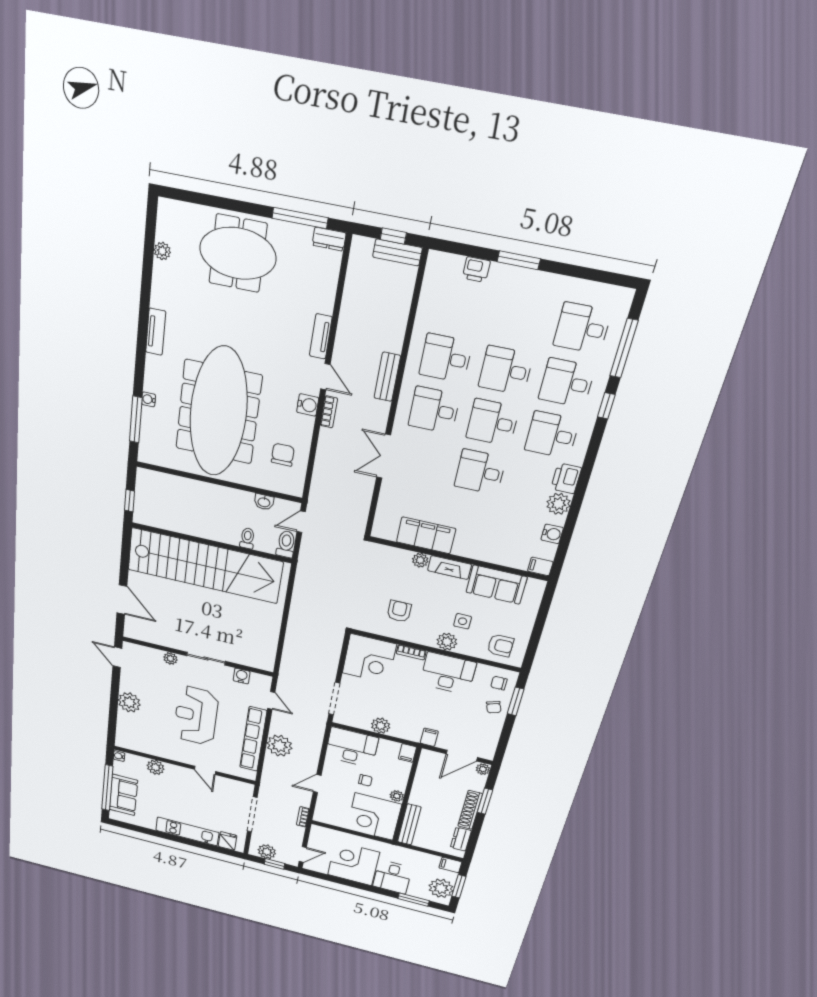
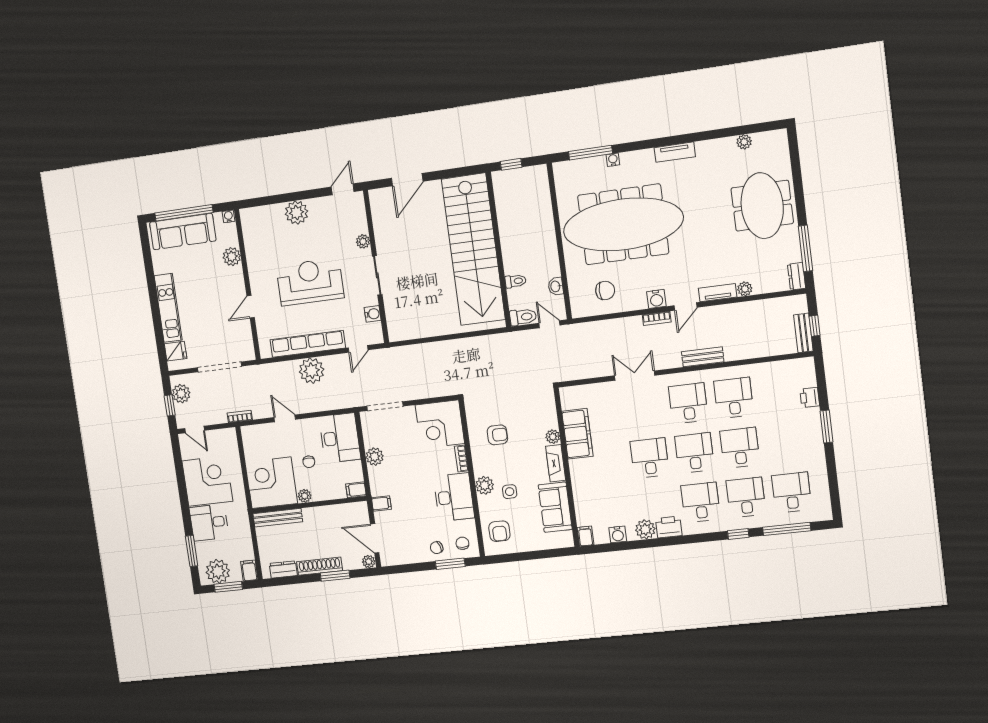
plant: (326, 304) -> (745, 289), added
sofa: (123, 795) -> (183, 232), width x1.36

